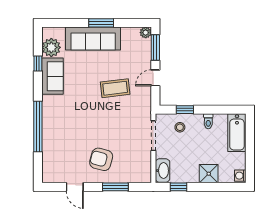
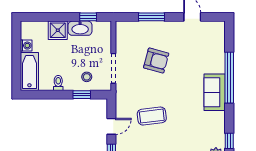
sofa: (52, 76) -> (215, 92), moved
armchair: (101, 159) -> (156, 61), moved
washbasin: (163, 171) -> (80, 28), moved, turned -90
washing machine: (240, 176) -> (26, 46), moved

